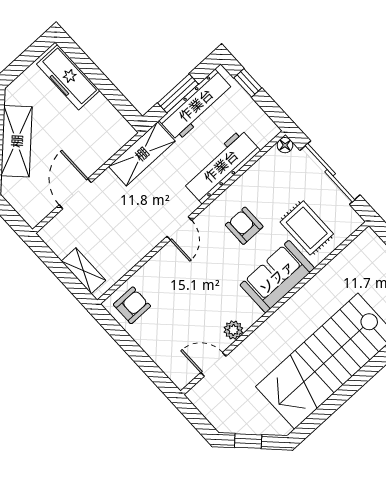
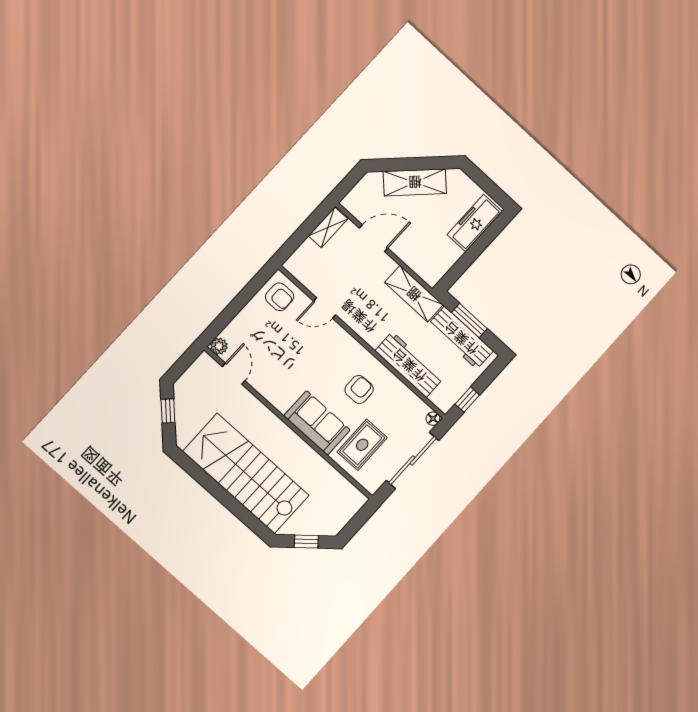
window: (248, 83) -> (467, 400), moved
door: (179, 228) -> (325, 308), moved
shelving: (83, 271) -> (328, 227), moved
plant: (233, 330) -> (219, 346), moved

